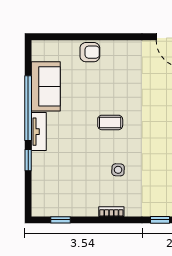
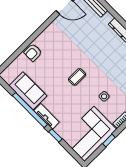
armchair: (90, 52) -> (33, 52), turned 180
corner sofa: (64, 193) -> (89, 134), added
window: (61, 220) -> (109, 140), moved

